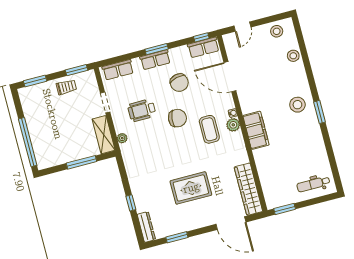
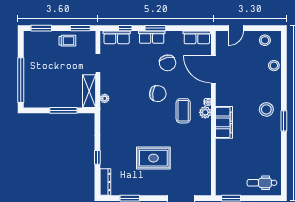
window: (201, 37) -> (125, 28), moved
wheelchair: (142, 110) -> (128, 79), removed
wardrobe: (248, 189) -> (204, 172), removed

